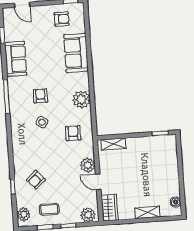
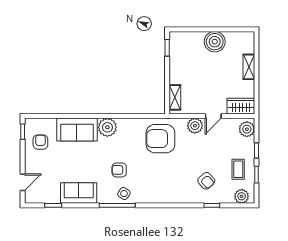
plant: (81, 99) -> (107, 127), moved
side table: (42, 122) -> (124, 194), moved
armchair: (73, 133) -> (160, 139), width x1.88, depth x1.88
boiler: (176, 202) -> (215, 42), moved, width x1.86, depth x1.86

